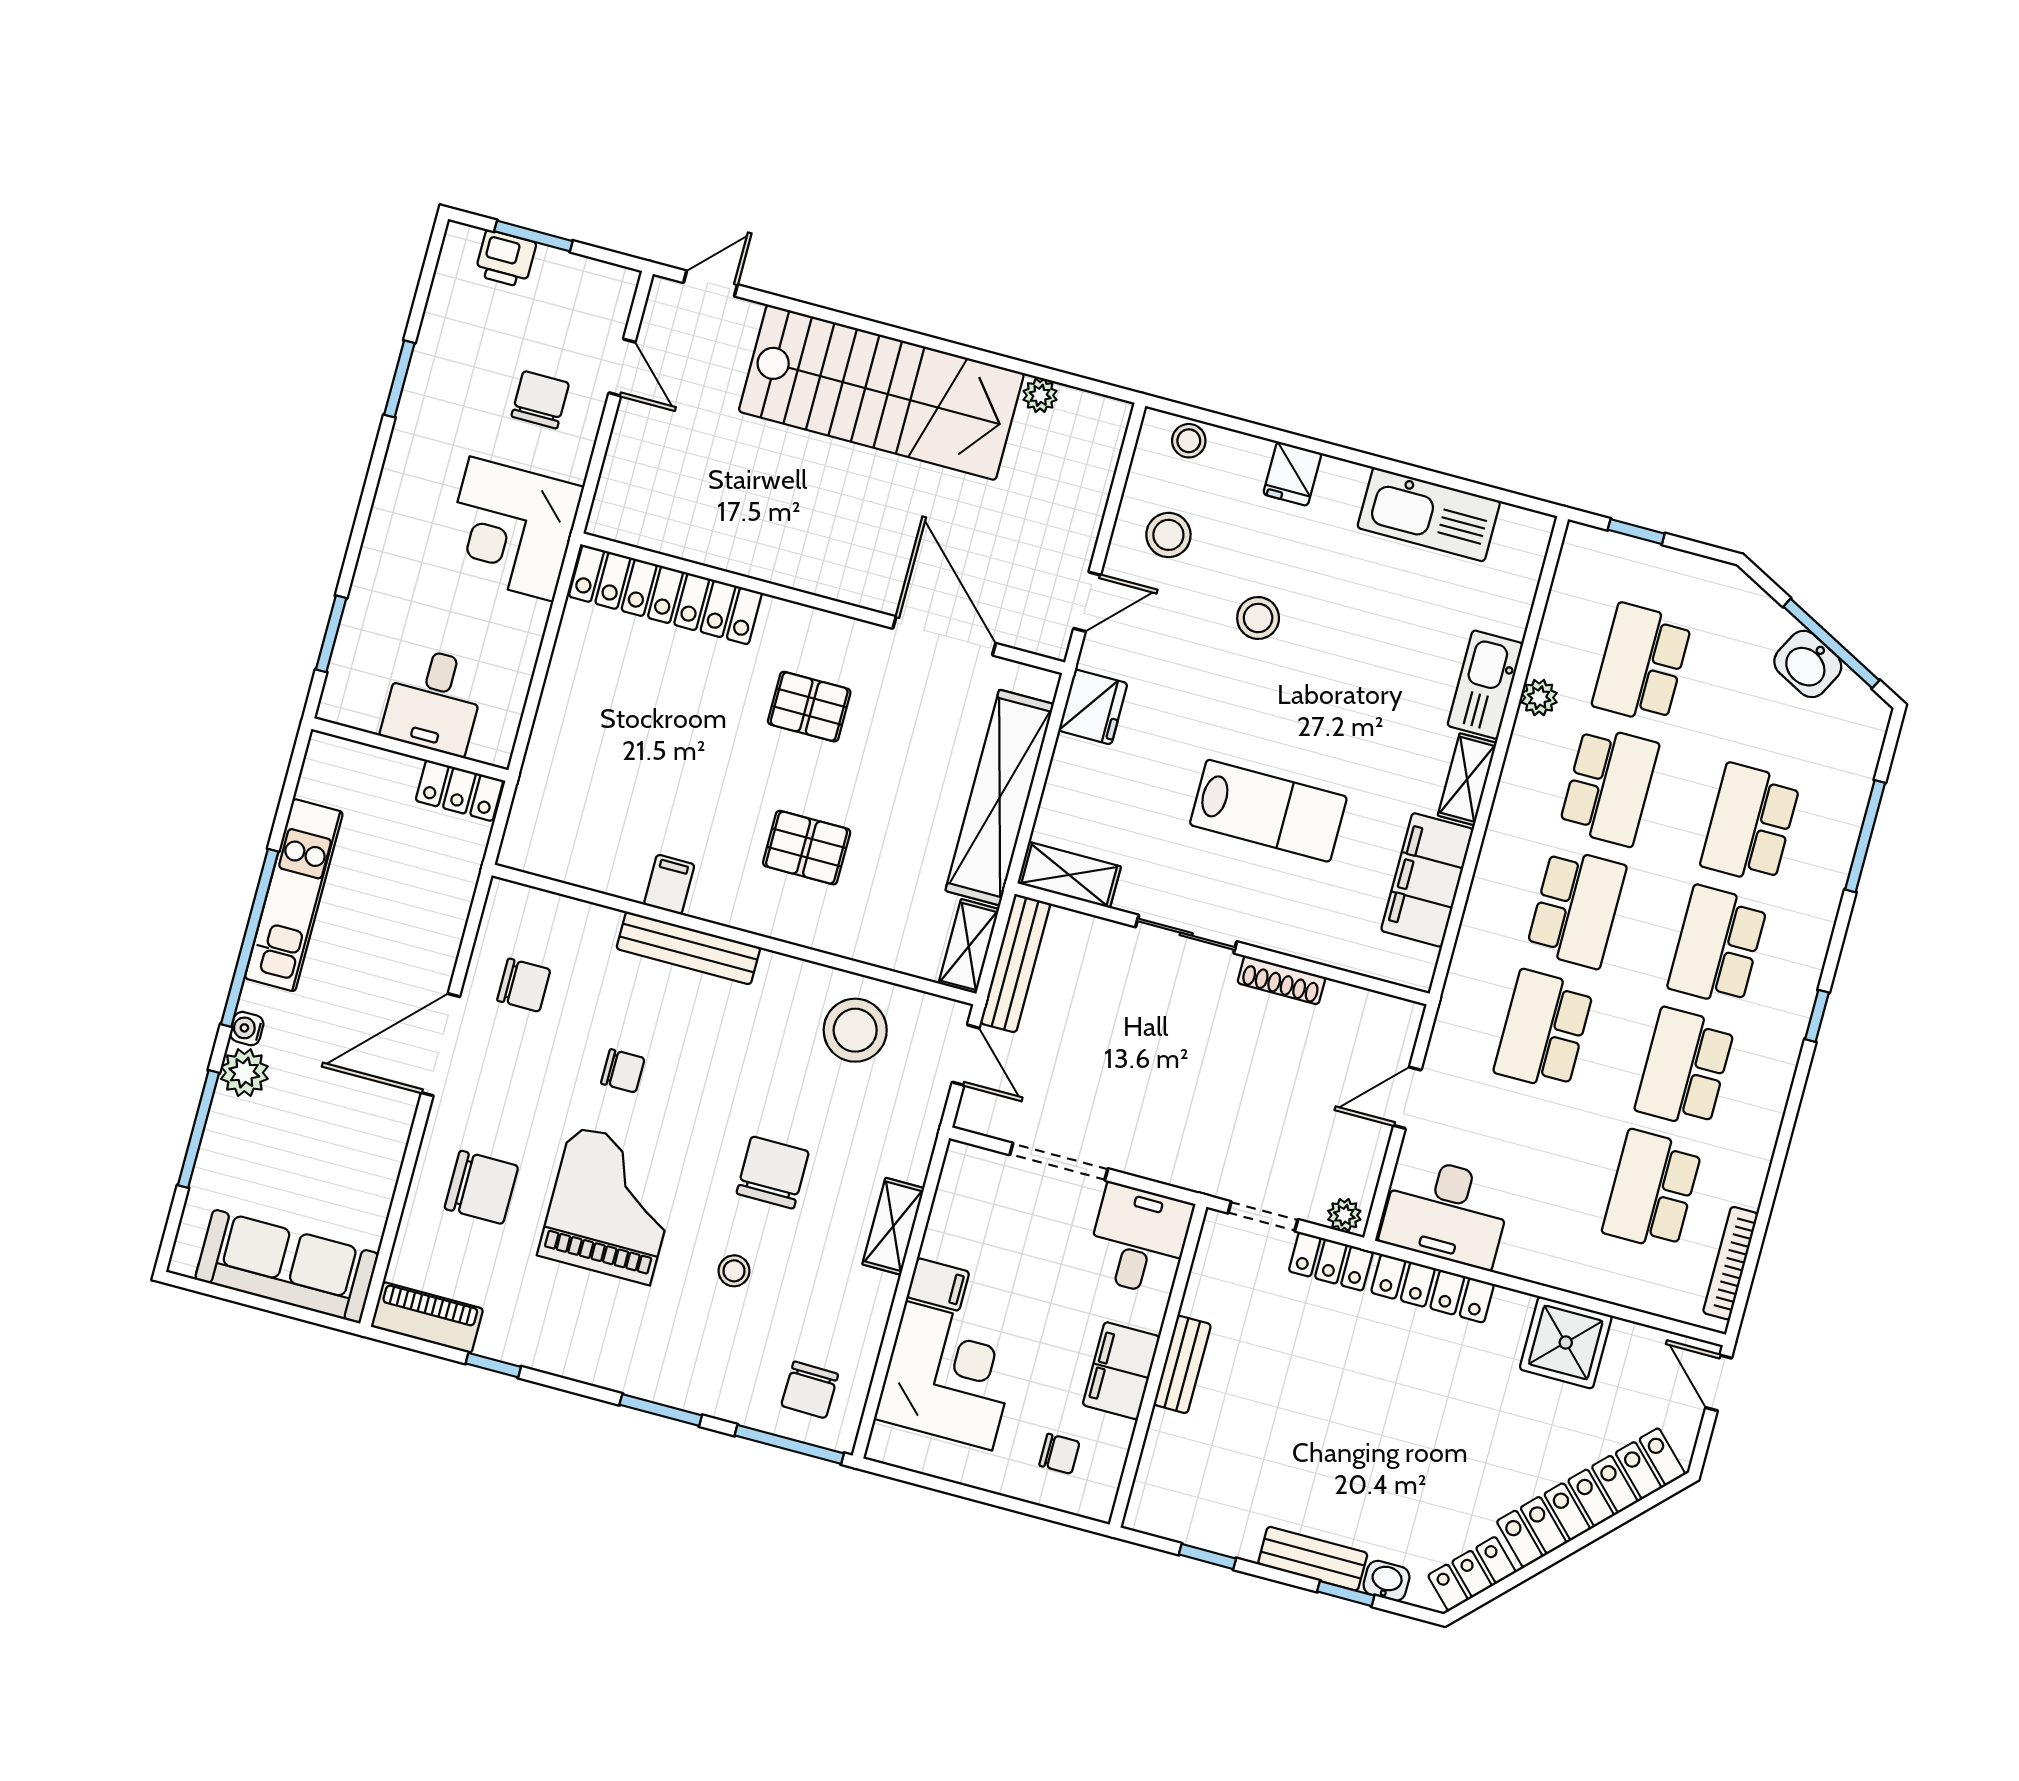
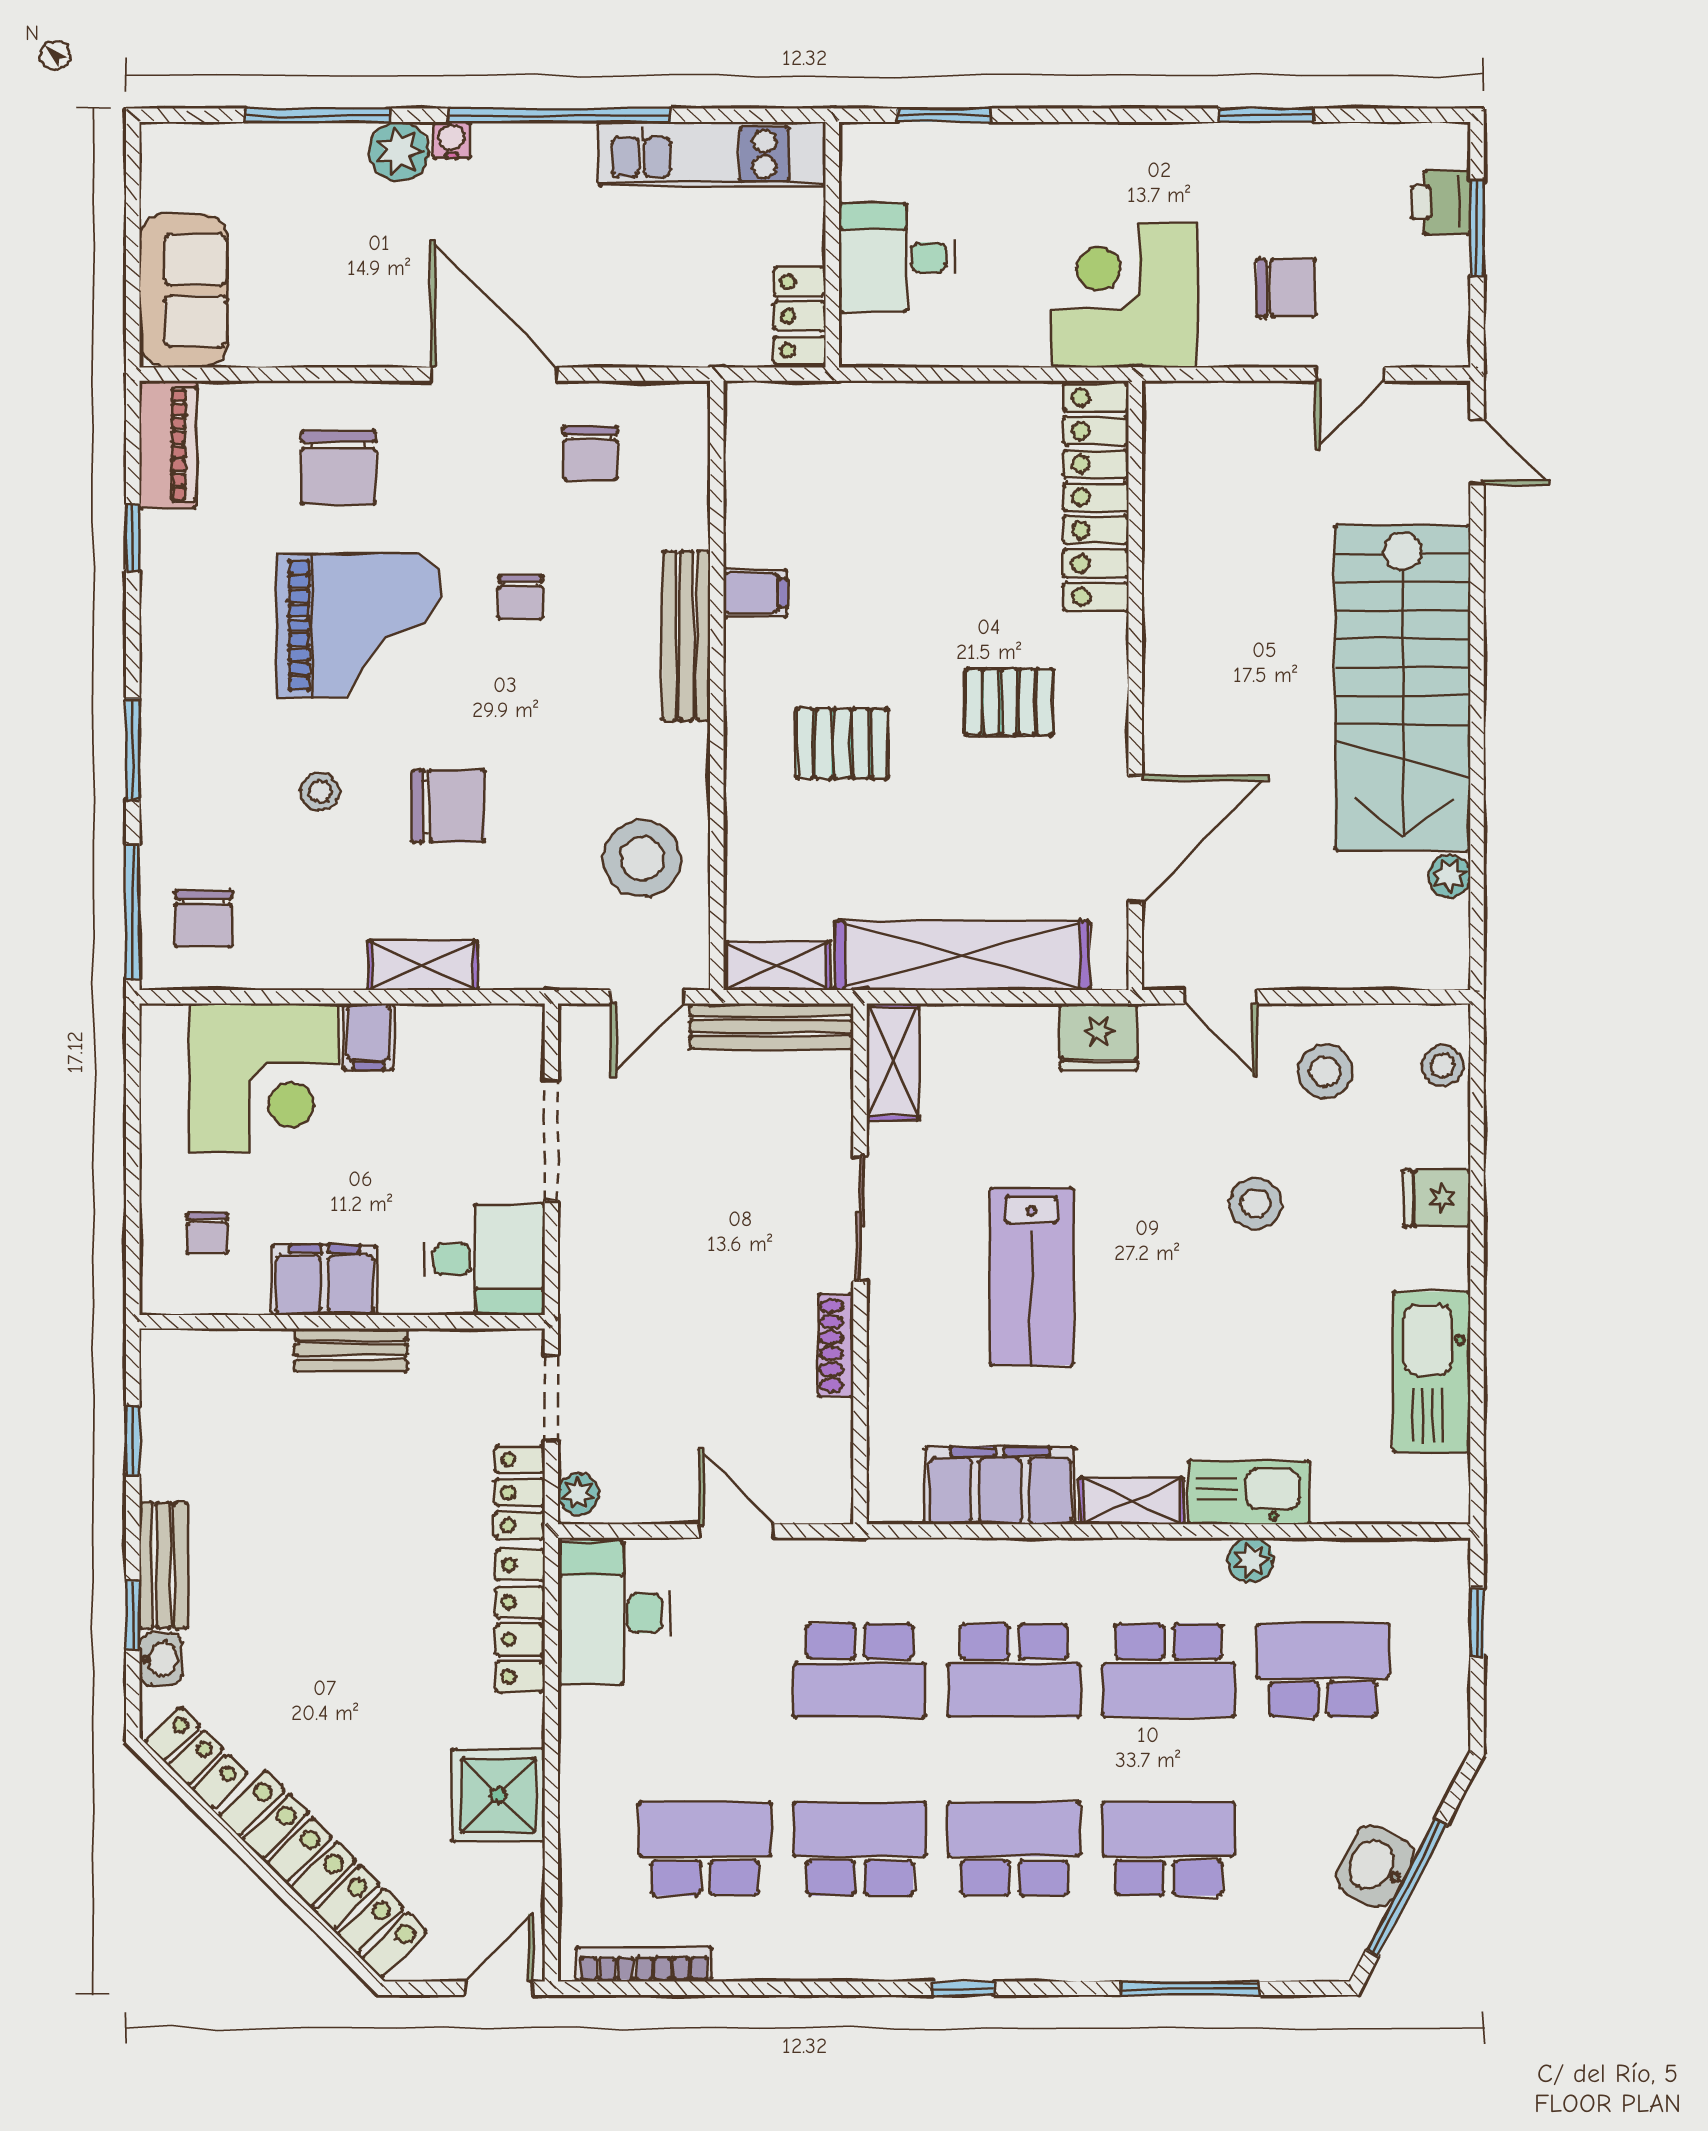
pallet: (809, 707) -> (1009, 702), turned 90
pallet: (807, 848) -> (842, 744), turned 90
kitchen unit: (294, 895) -> (712, 154), moved
school desk: (1544, 1030) -> (860, 1671), turned 180
sofa: (287, 1266) -> (184, 291), width x0.73
chair: (810, 1390) -> (203, 919), turned -91

